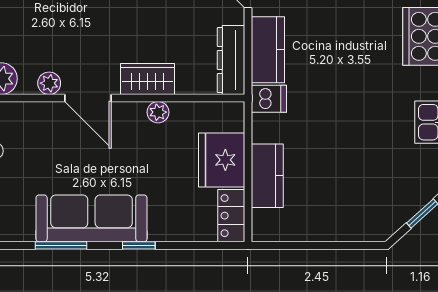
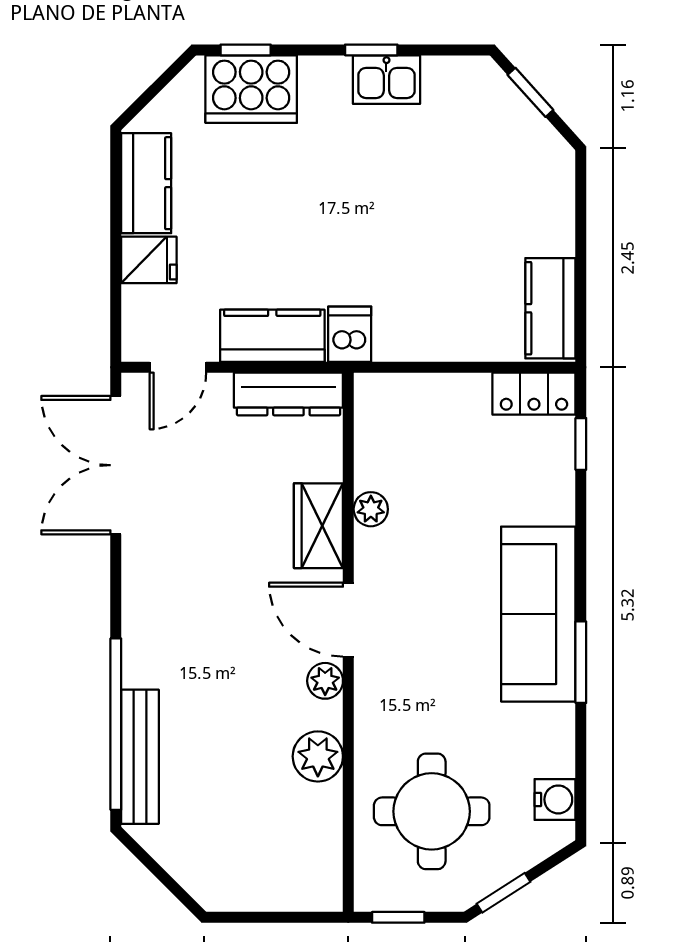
door: (88, 98) -> (348, 620), swing flipped
fridge: (222, 160) -> (446, 409), removed
kitchen counter: (267, 176) -> (550, 308), moved, turned -90
window: (139, 245) -> (581, 444), moved

